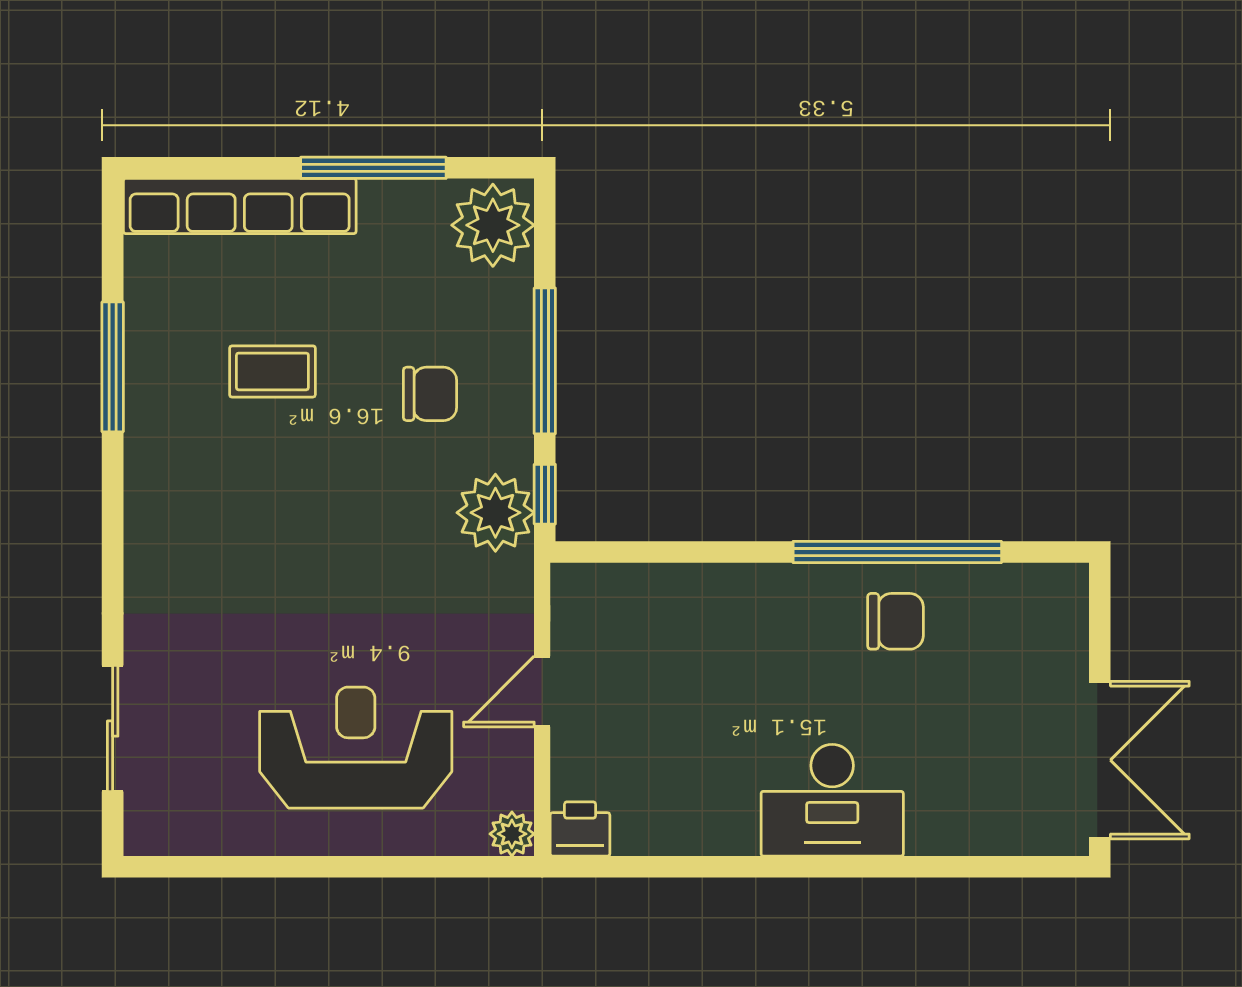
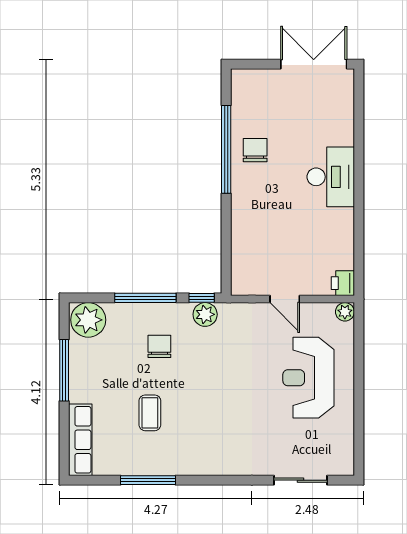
row of seats: (240, 206) -> (80, 440), width x0.73
plant: (495, 513) -> (205, 314), width x0.73, depth x0.73

